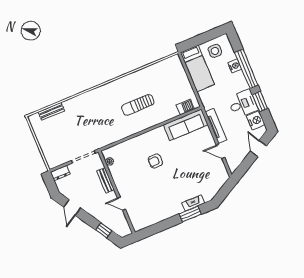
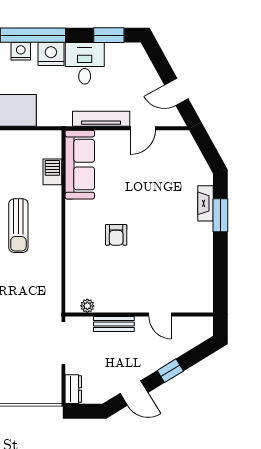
window: (260, 102) -> (109, 35), moved
barbecue: (185, 107) -> (52, 172), moved
nightstand: (256, 120) -> (51, 54), moved
door: (258, 149) -> (176, 92), moved
door: (122, 204) -> (160, 314), hinge flipped
window: (104, 230) -> (170, 371), moved

